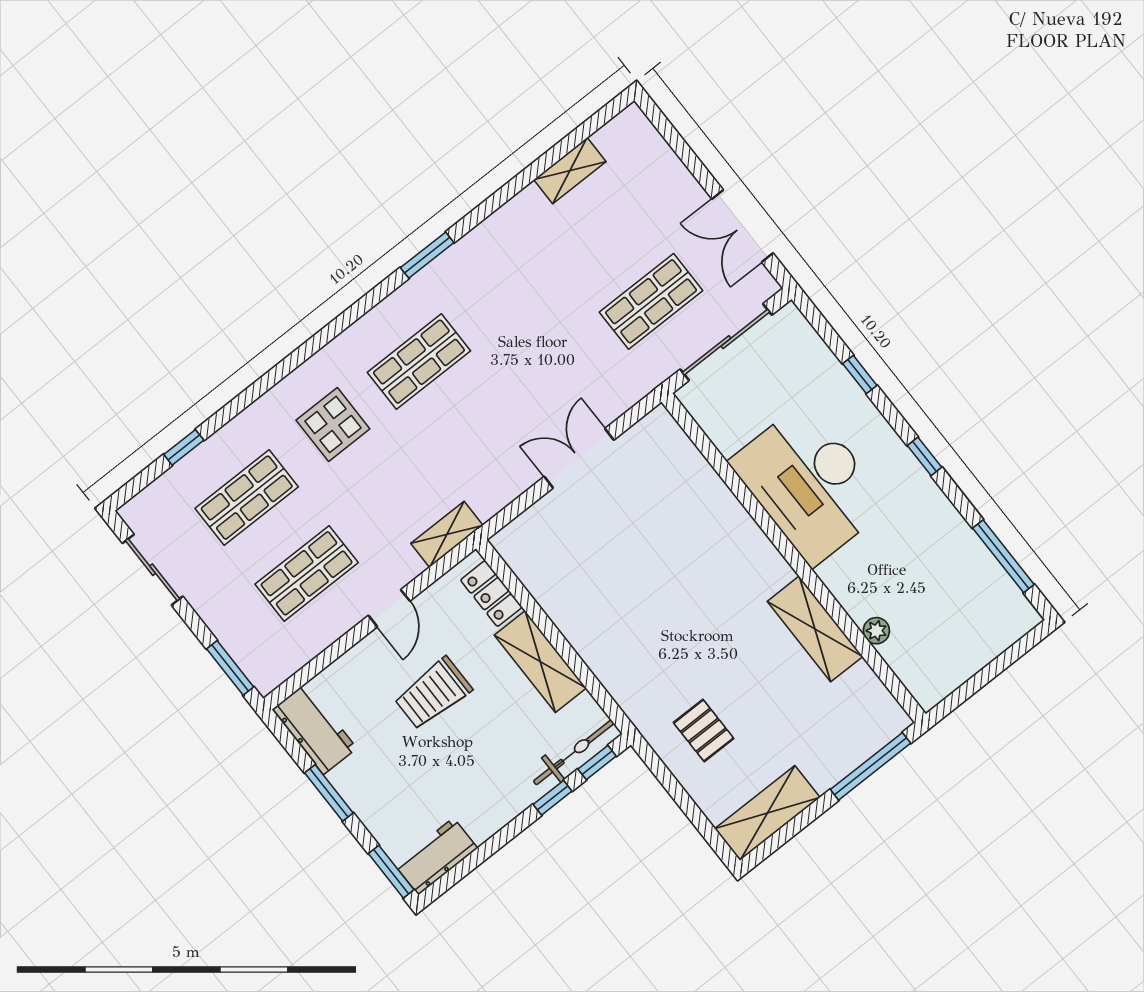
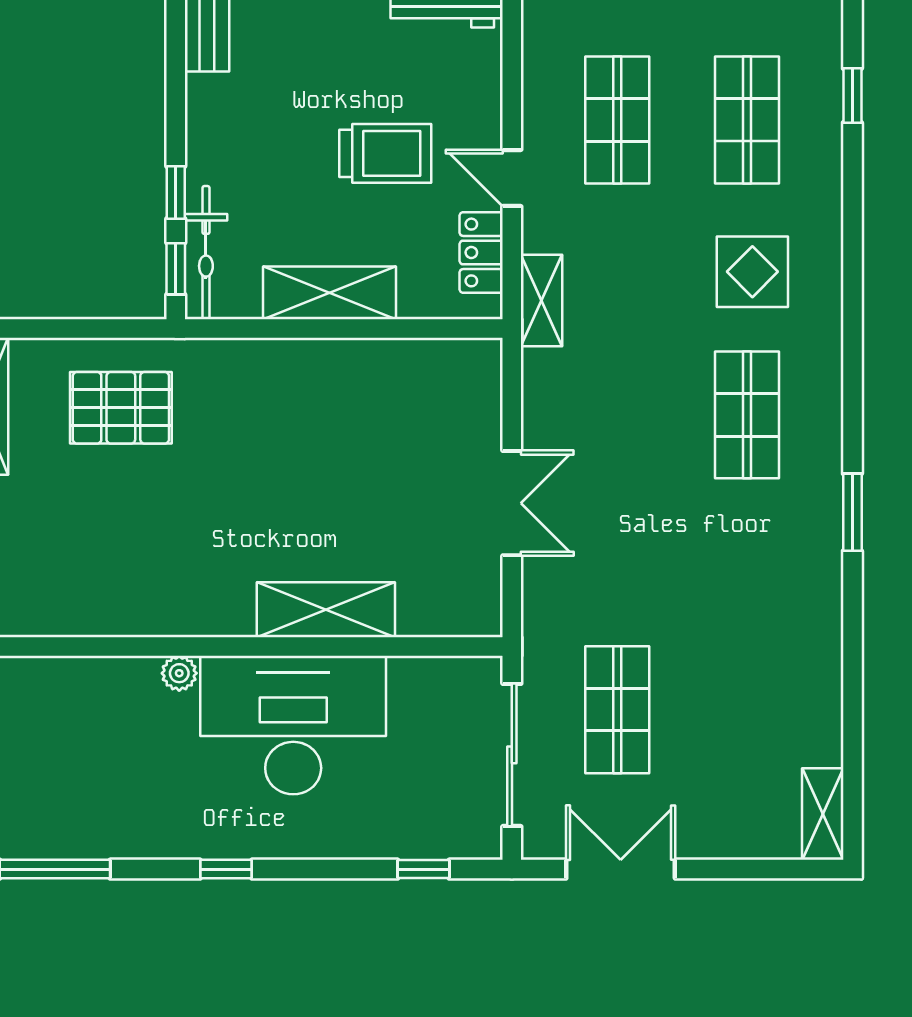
shelving: (570, 171) -> (823, 814), moved
window: (860, 375) -> (423, 869), moved
locker: (491, 594) -> (481, 252), moved, turned -90
shelving: (815, 629) -> (326, 610), moved
plant: (876, 631) -> (179, 673), moved
trolley: (433, 693) -> (385, 153), turned 90
pallet: (704, 731) -> (121, 408), width x1.50, depth x1.42

